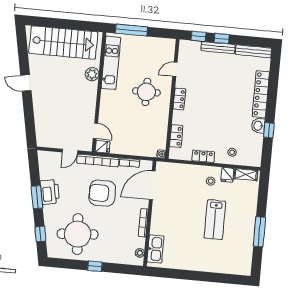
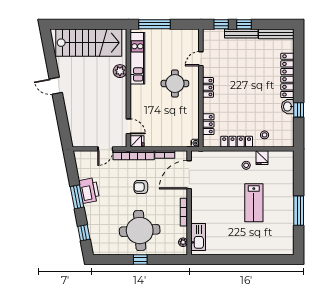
locker: (203, 156) -> (237, 142), width x1.53
shelving: (246, 175) -> (280, 156), removed
armchair: (102, 193) -> (141, 187), width x0.53, depth x0.53
round table: (78, 234) -> (140, 231), moved

